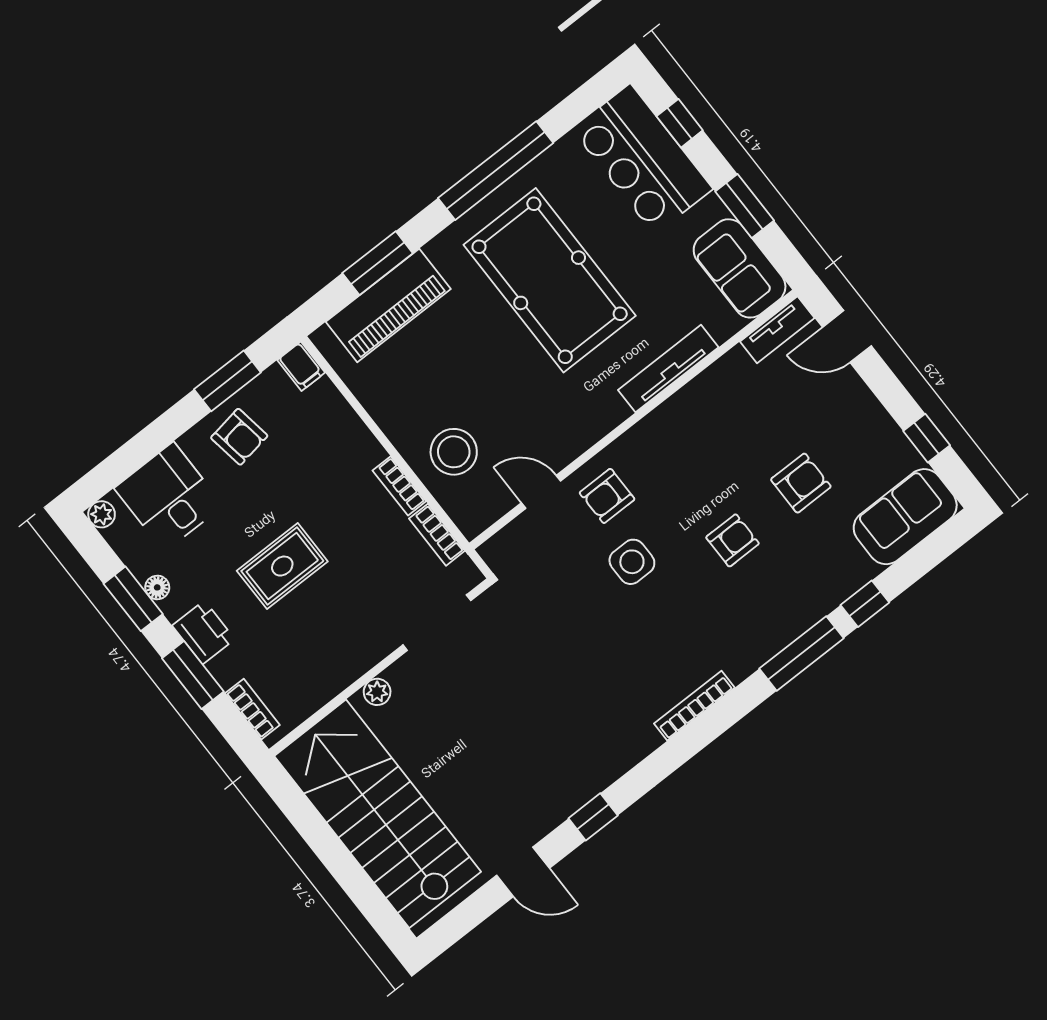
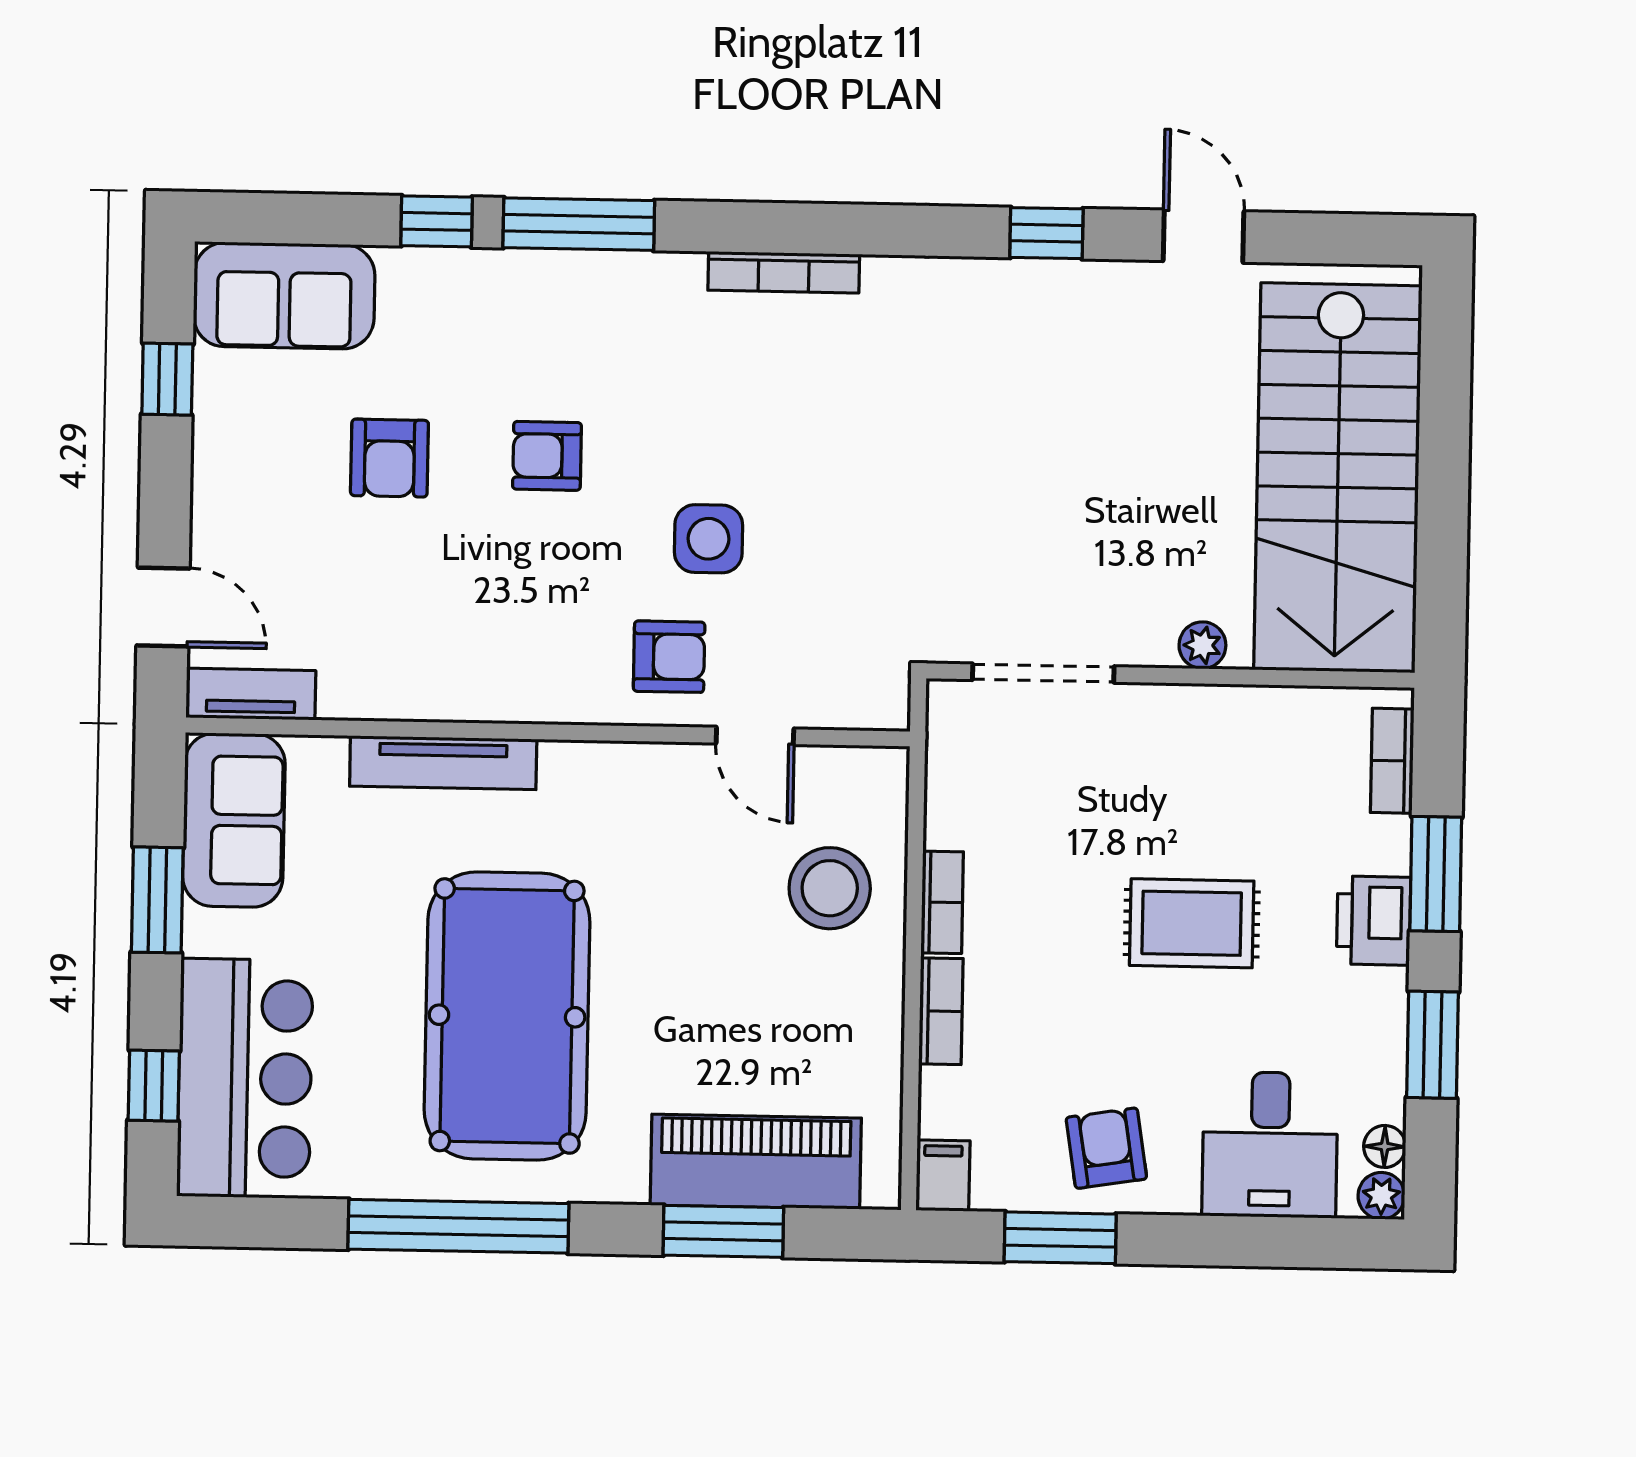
armchair: (801, 483) -> (389, 458), turned -90
bookcase: (437, 535) -> (941, 1011), moved
floor lamp: (157, 587) -> (1385, 1146), moved

